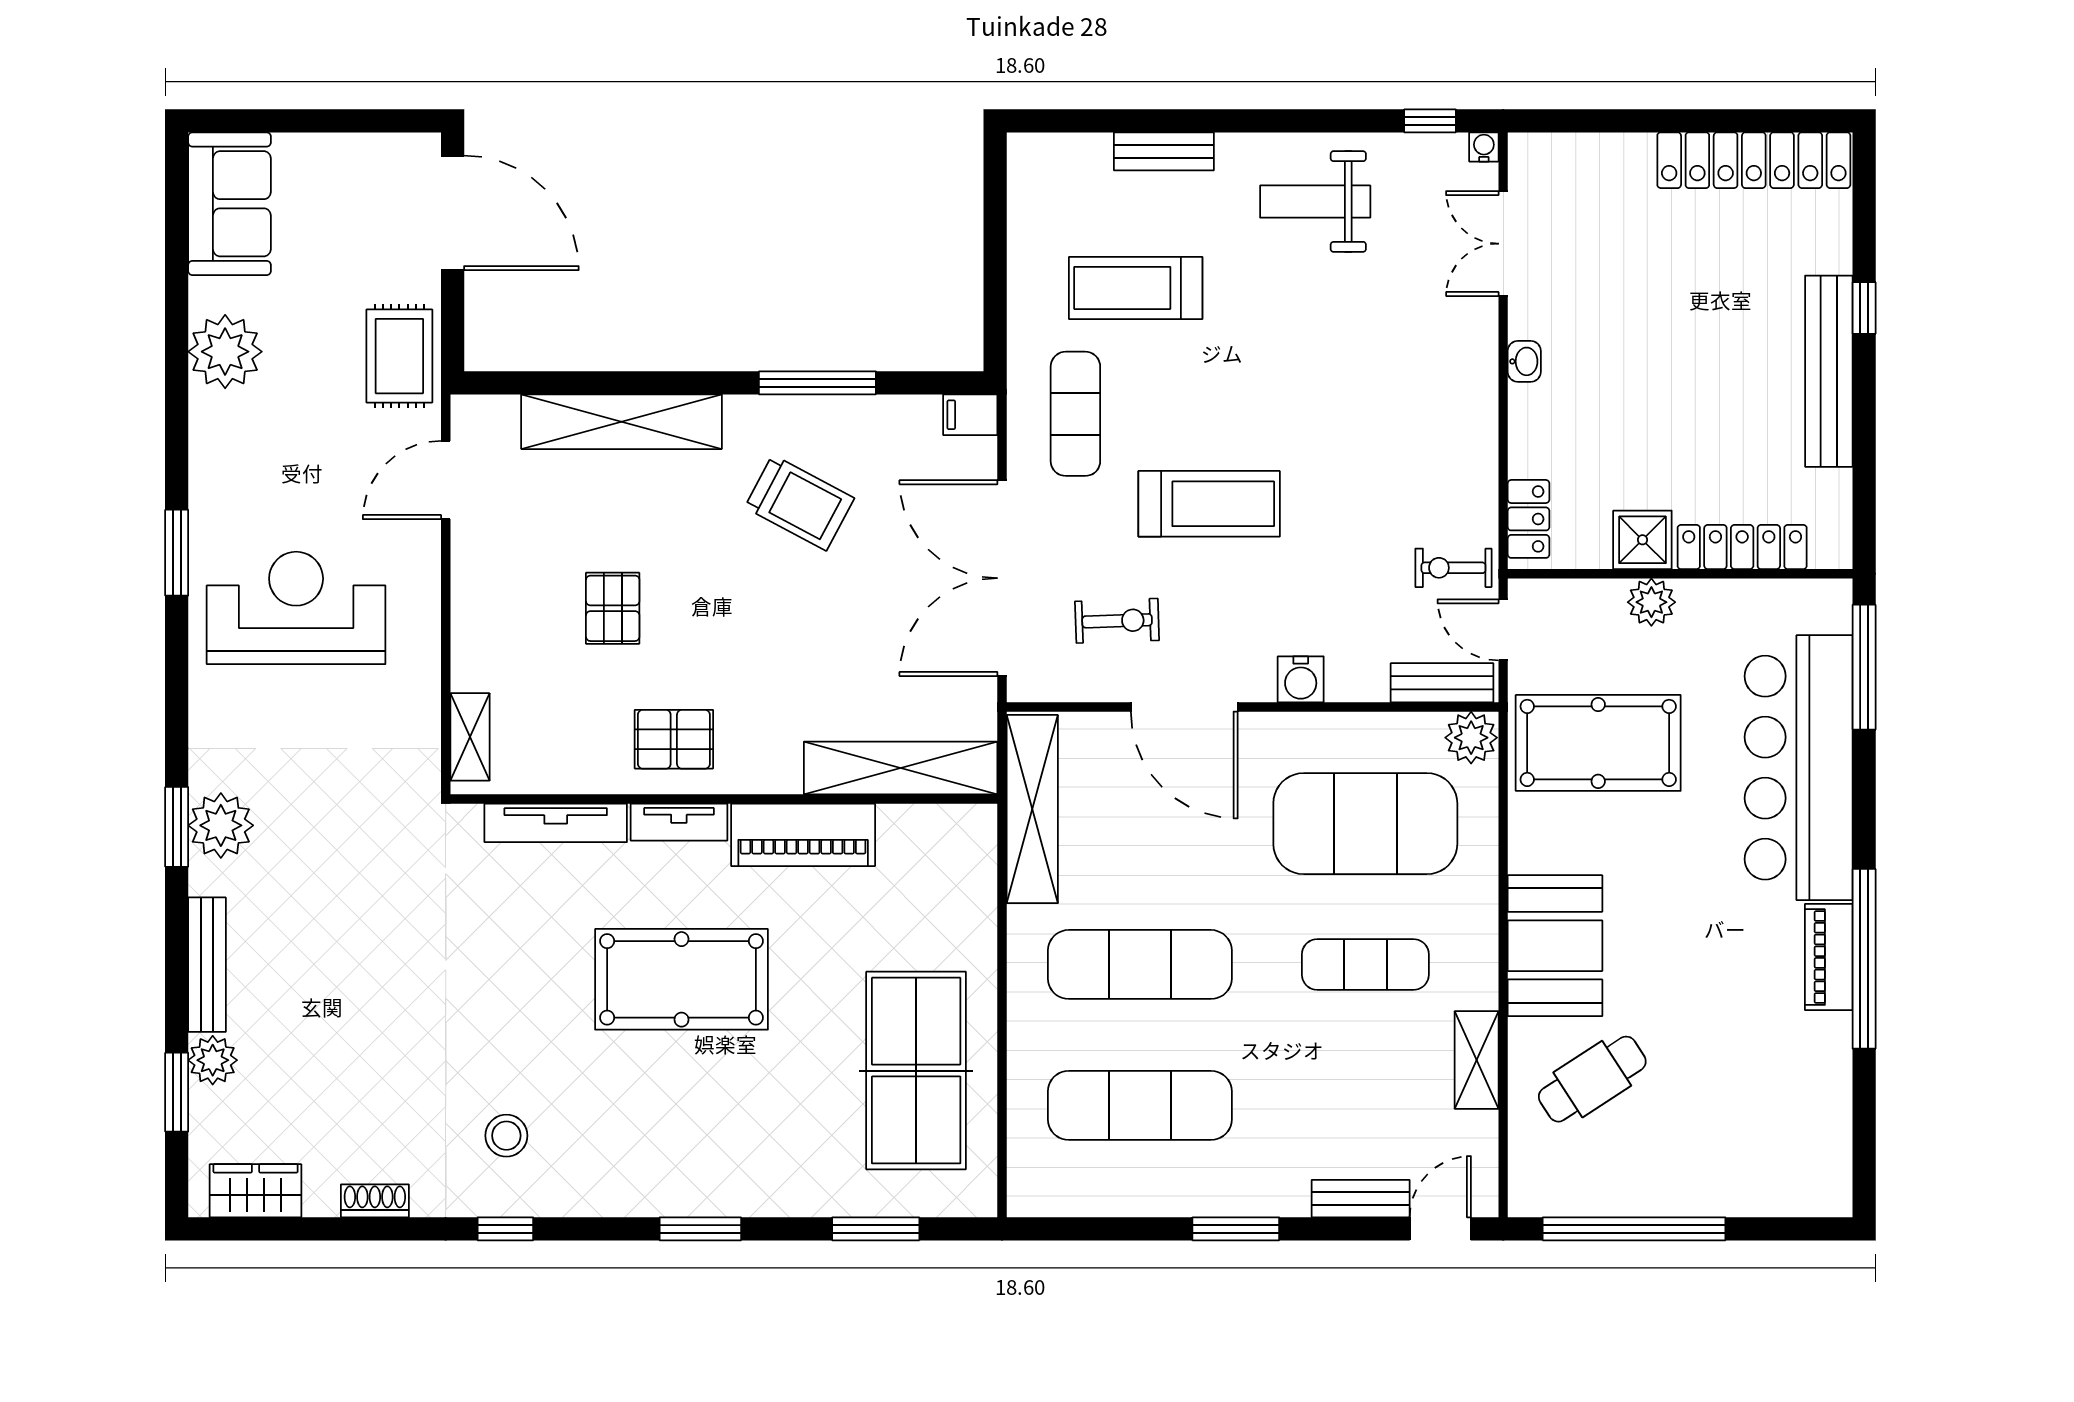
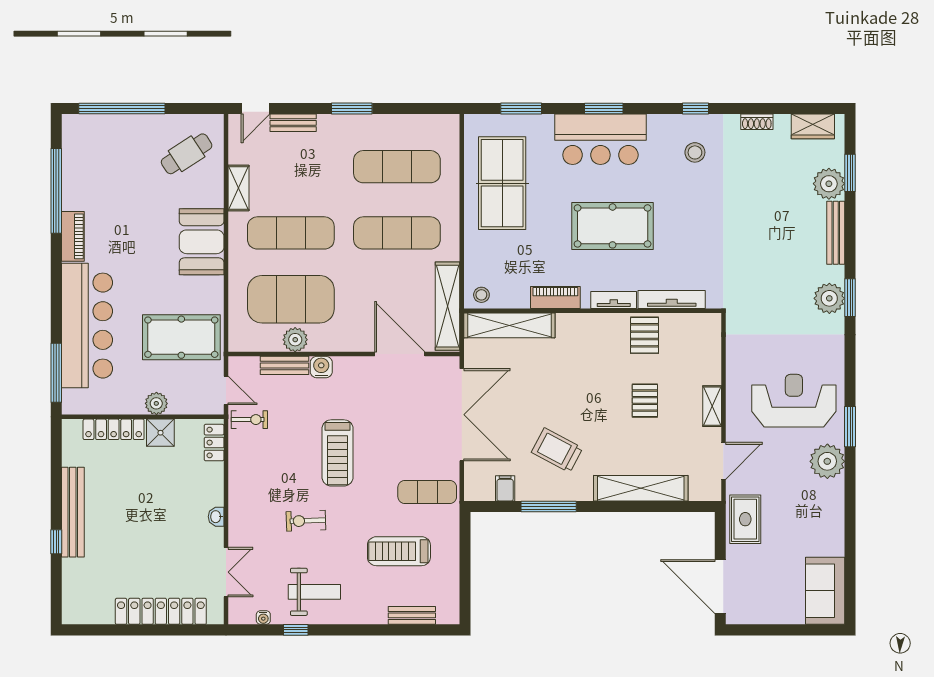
window: (1430, 121) -> (296, 630), moved
water cooler: (1484, 147) -> (263, 618), moved
bench: (1164, 151) -> (412, 615), moved
locker: (1754, 160) -> (161, 611), moved
treadmill: (1136, 288) -> (399, 551), turned 180
plant: (225, 352) -> (827, 461), moved
exercise mat: (1075, 414) -> (427, 492), turned 90
filing cabinet: (970, 415) -> (505, 488), moved, turned -90
treadmill: (1209, 504) -> (338, 453), moved, turned -90
reception desk: (296, 608) -> (794, 401), turned 180
exercise bike: (1117, 621) -> (306, 521), moved
bench: (1442, 683) -> (285, 365), moved
door: (1184, 707) -> (400, 354), moved
shelving: (470, 737) -> (712, 406), moved
plant: (1471, 738) -> (295, 340), moved
pallet: (674, 739) -> (645, 335), moved, turned 90
stool: (960, 833) -> (481, 295), added
piano: (803, 835) -> (555, 298), width x0.73, depth x0.75
window: (1864, 959) -> (56, 191), moved
exercise mat: (1365, 964) -> (291, 233), width x1.36, depth x1.45
plant: (213, 1060) -> (829, 184), width x1.36, depth x1.36
cafe table: (1592, 1079) -> (187, 154), moved
bar counter: (707, 1164) -> (600, 139), added
window: (1634, 1229) -> (122, 109), moved

